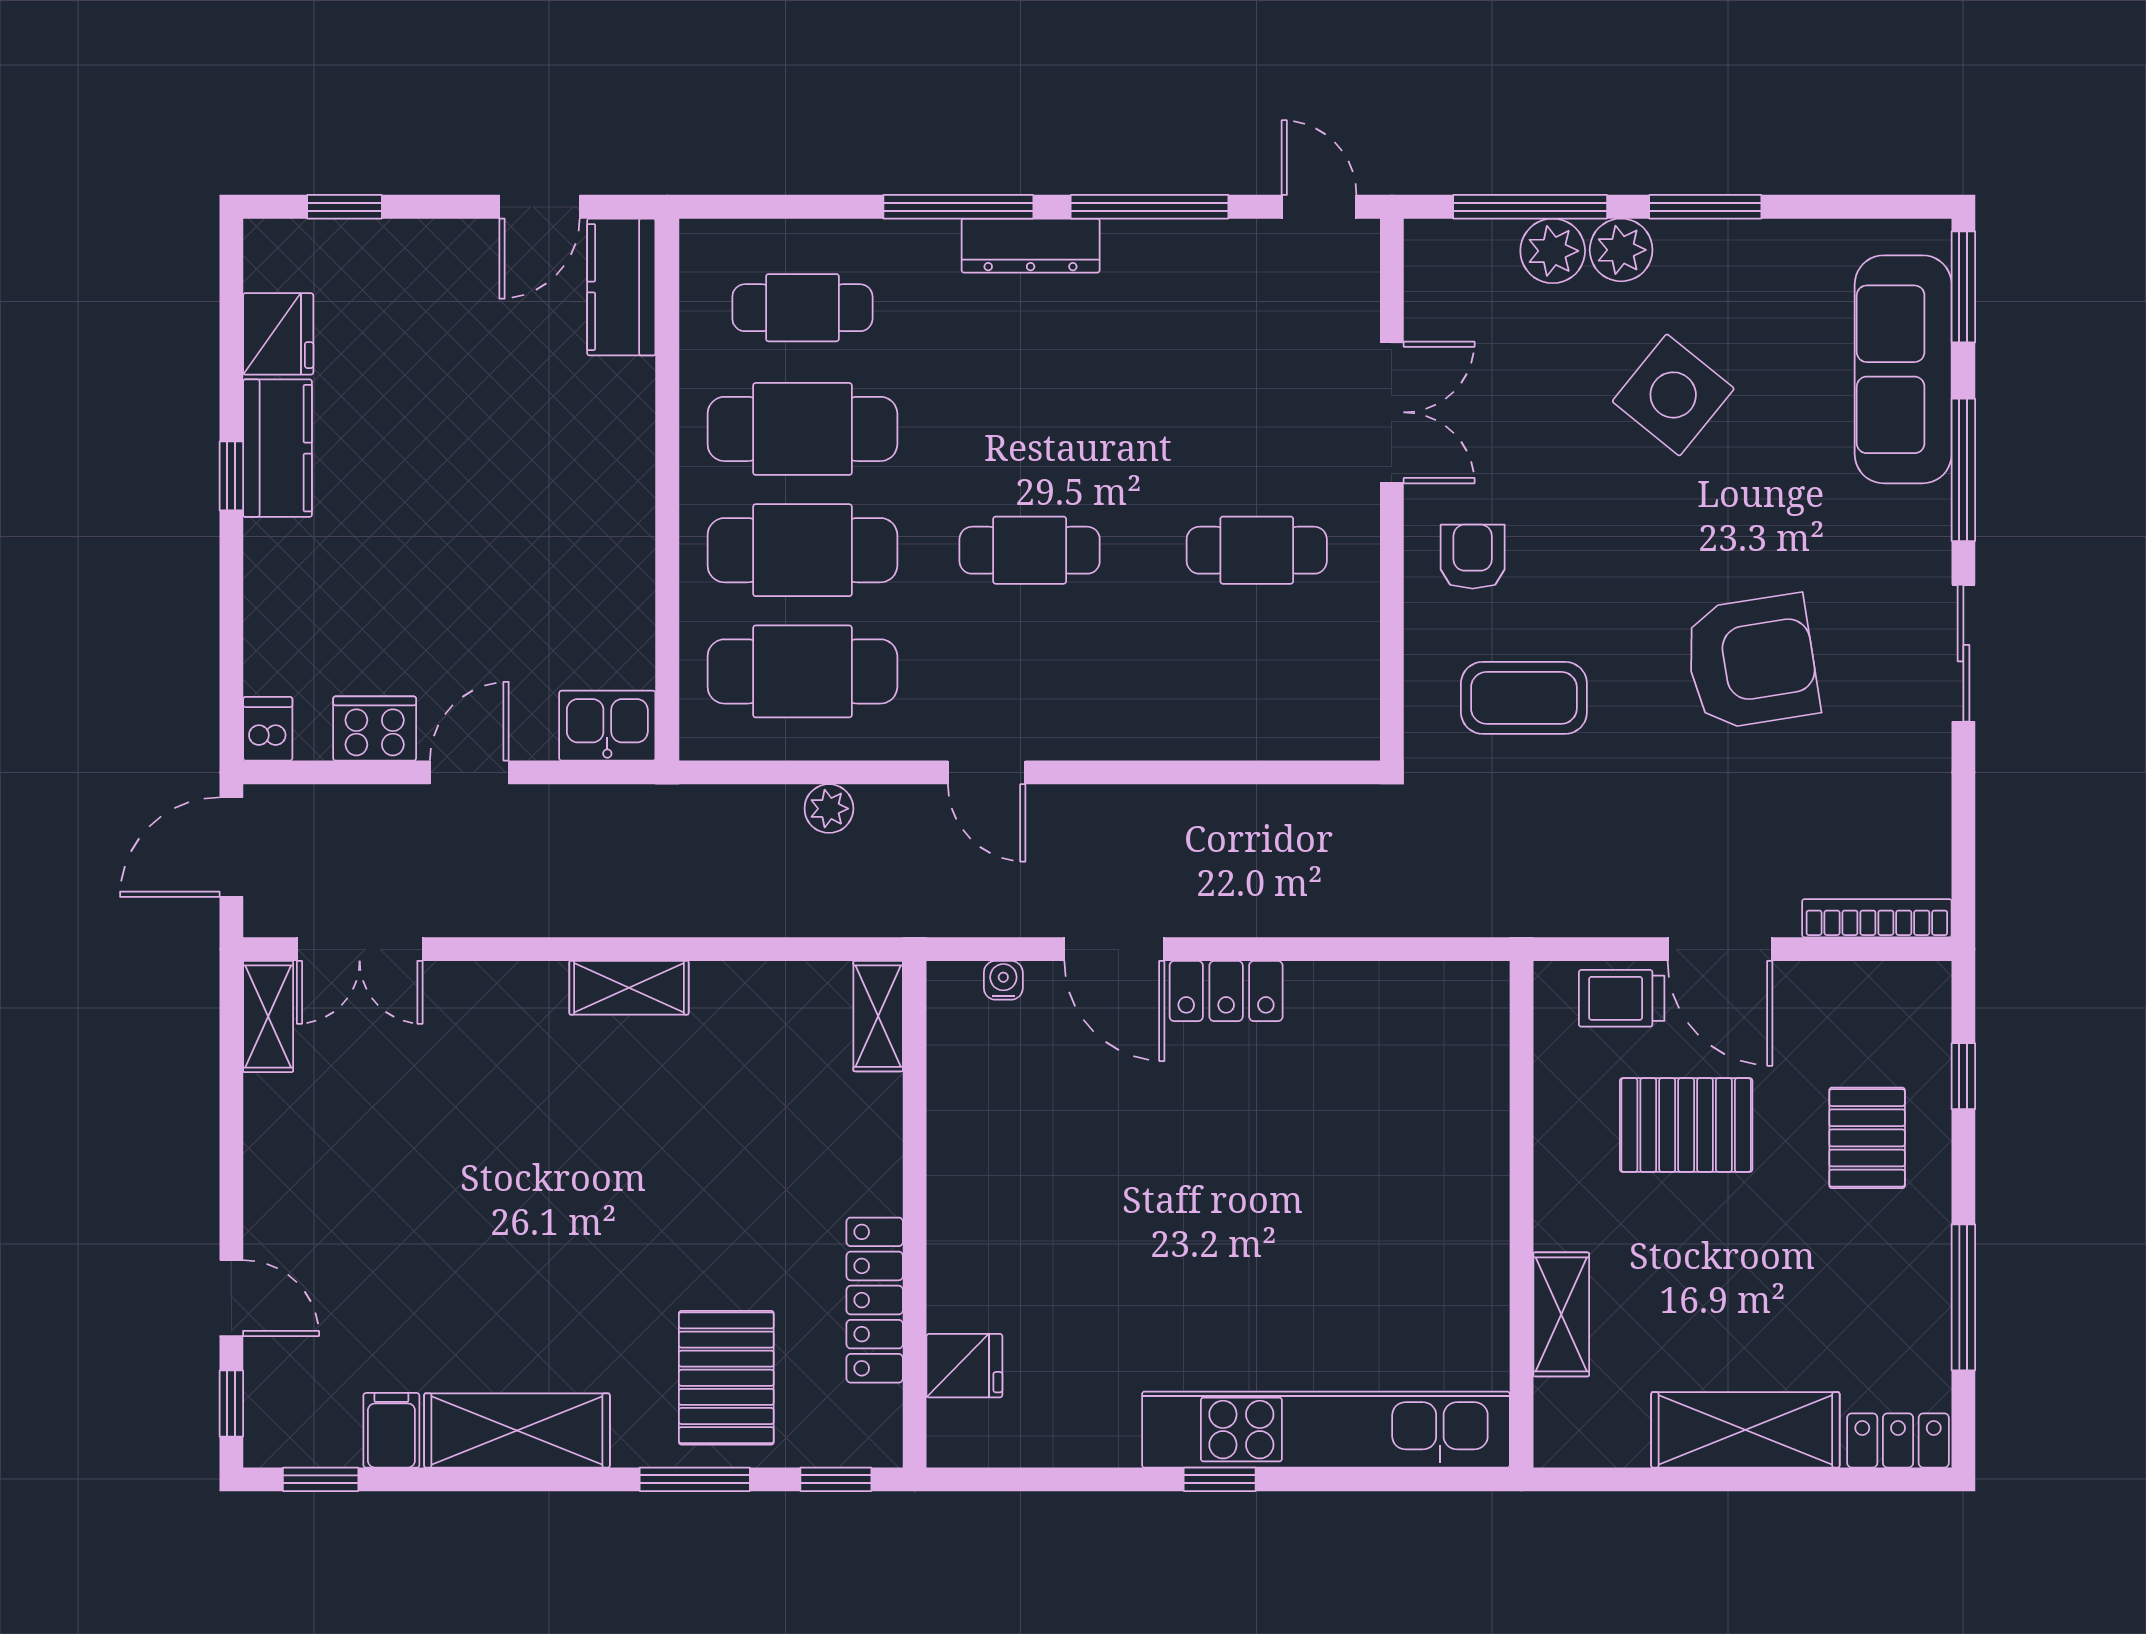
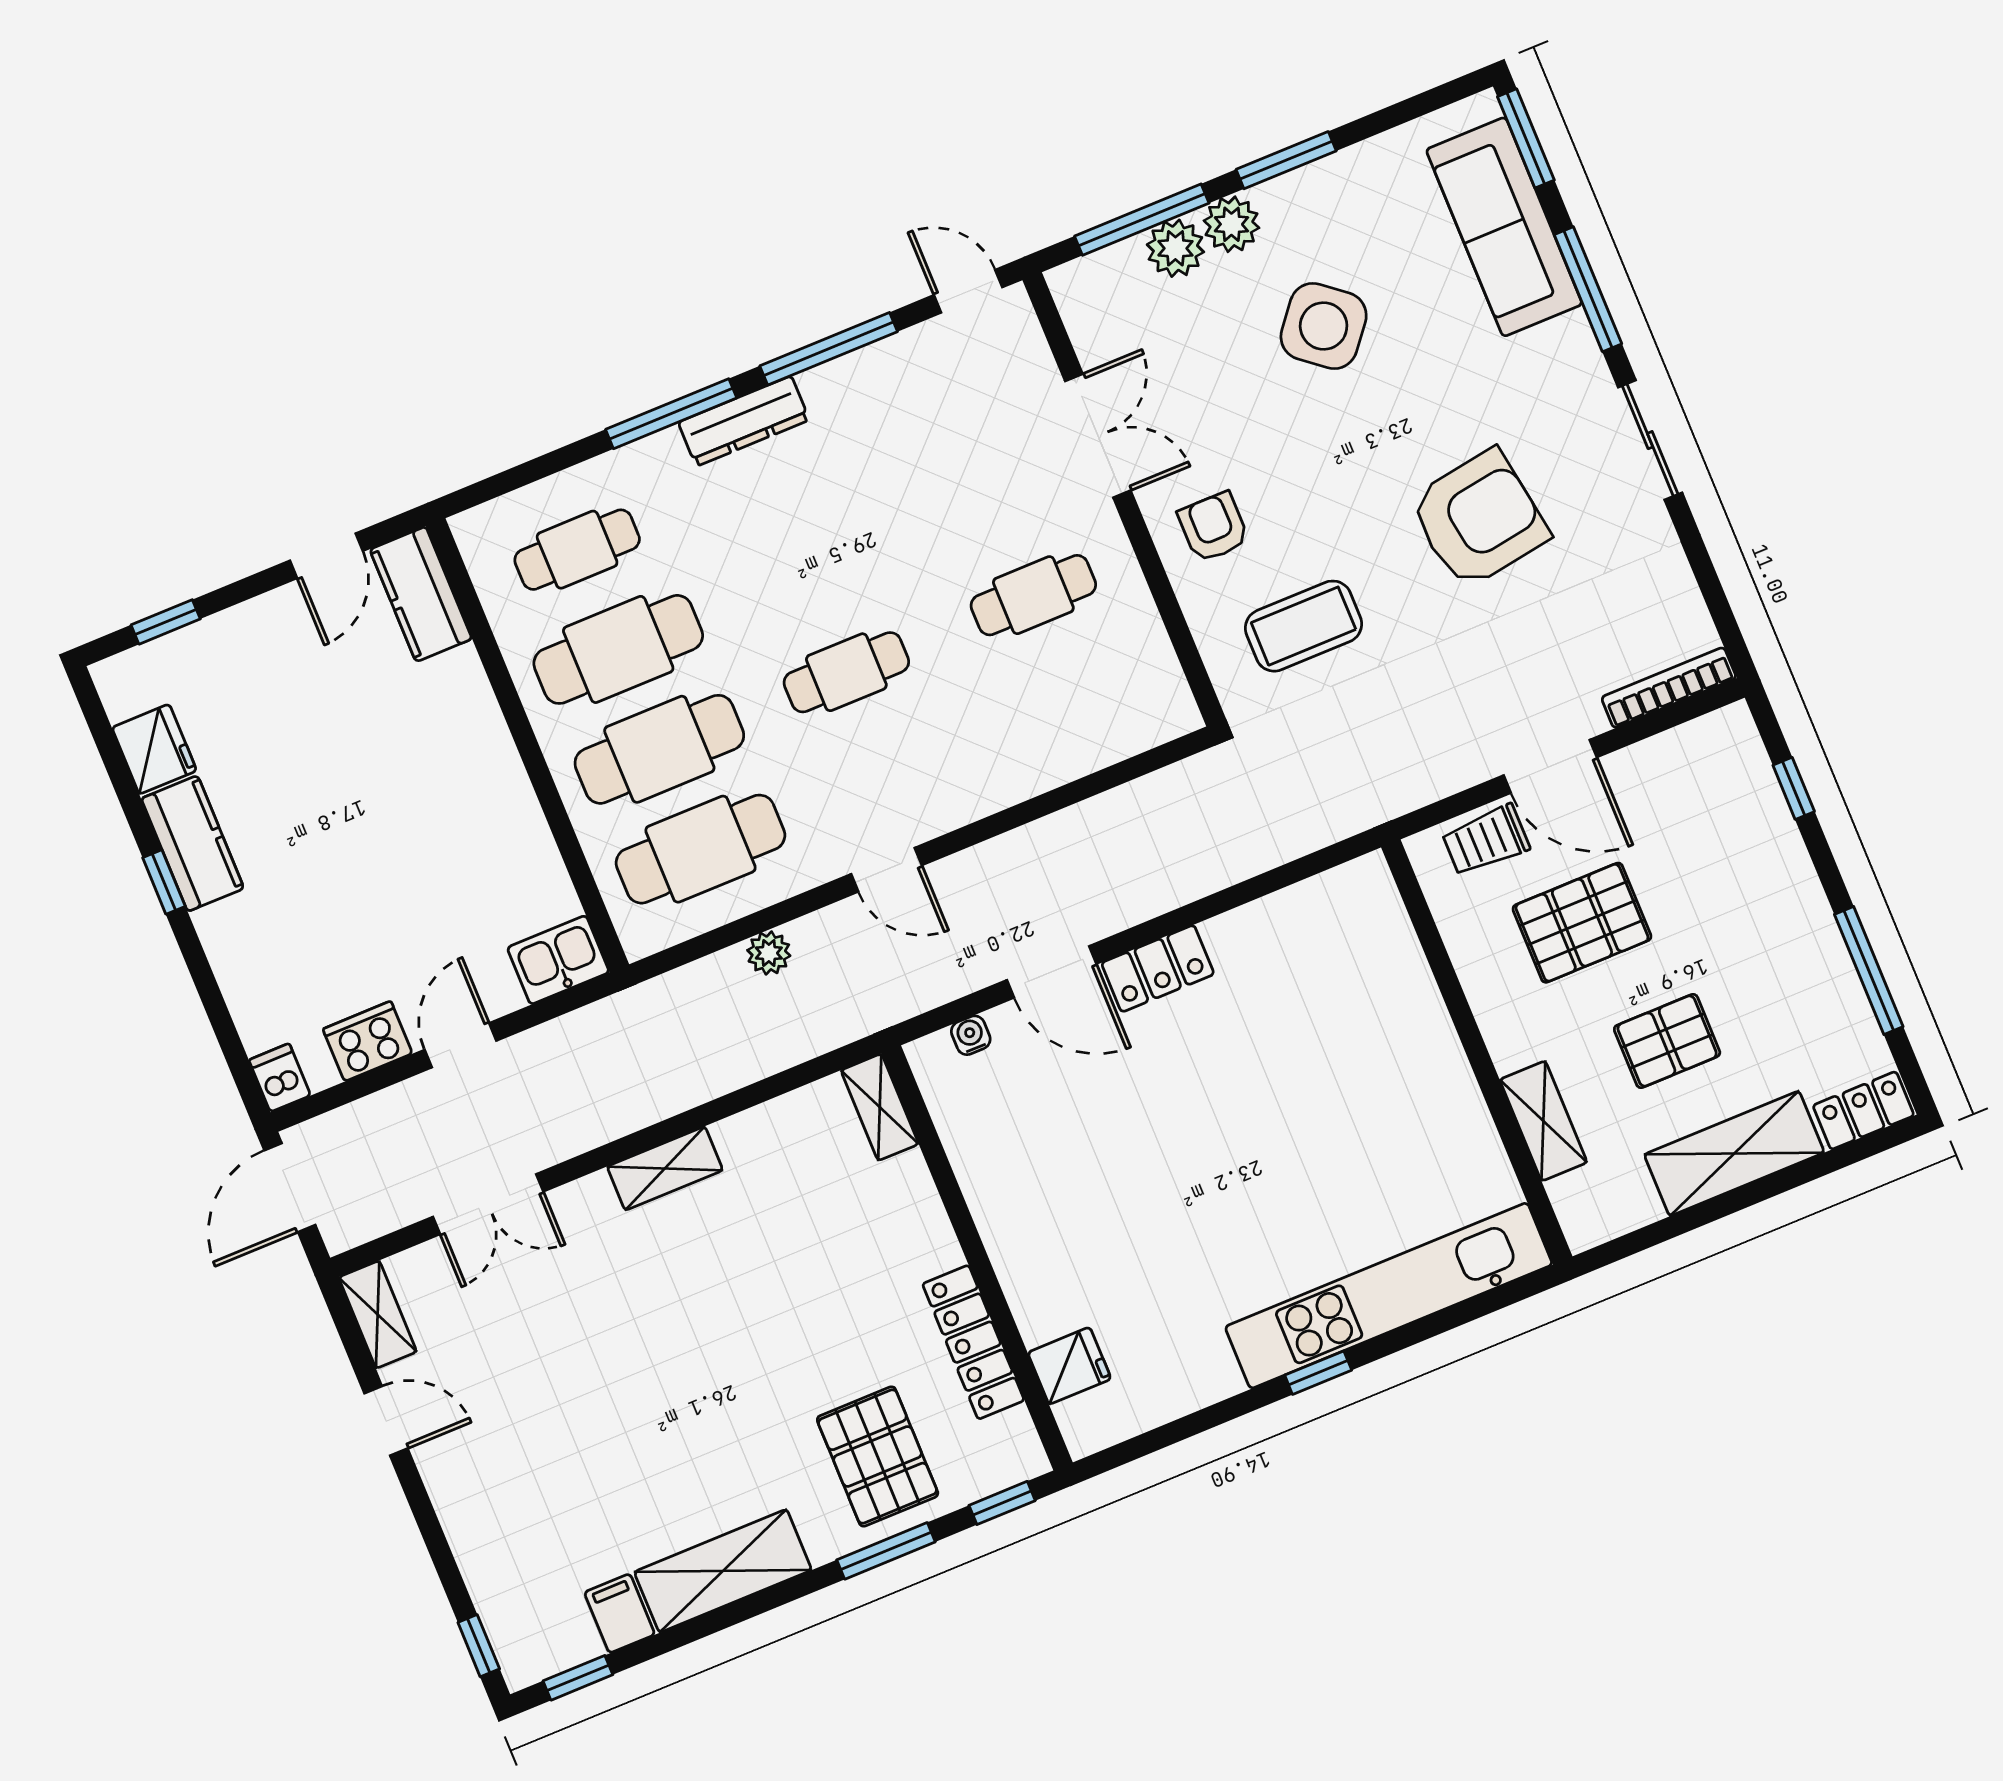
double door: (360, 949) -> (488, 1204), moved
pallet: (1867, 1138) -> (1667, 1041), moved, turned 90
door: (231, 1298) -> (386, 1421), moved

